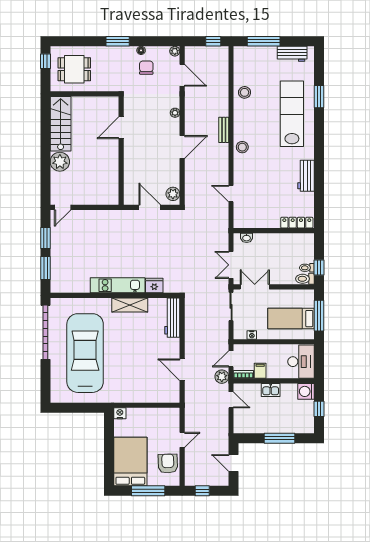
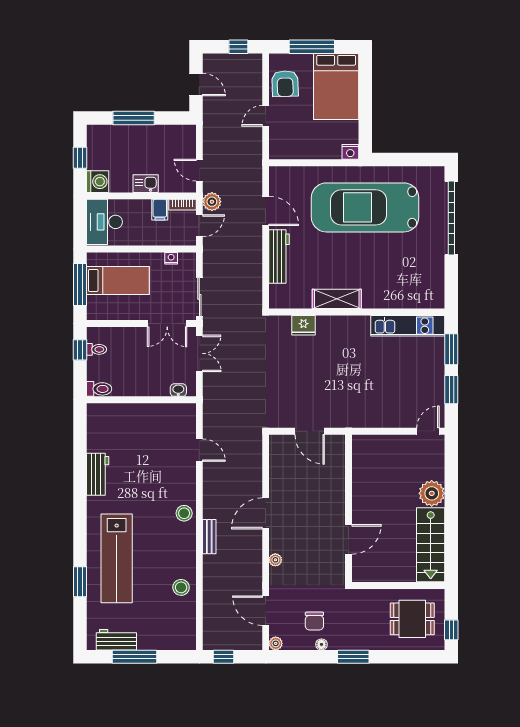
window: (264, 41) -> (134, 657), moved
plant: (173, 194) -> (278, 450), removed
locker: (297, 223) -> (110, 411), removed
toilet: (305, 279) -> (99, 389), moved
kitchen unit: (118, 285) -> (408, 326), moved
workbench: (172, 318) -> (279, 257), moved
garage door: (45, 332) -> (451, 218), moved
car: (85, 353) -> (365, 207), moved, turned 90

